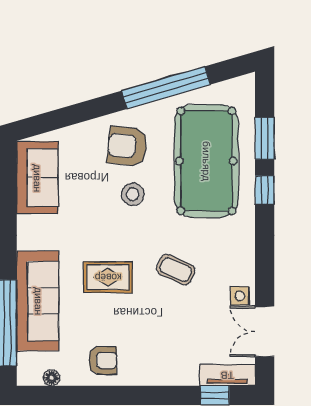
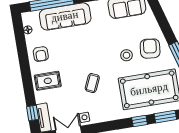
rug: (108, 277) -> (48, 81), moved, turned 90

